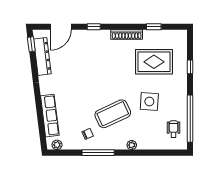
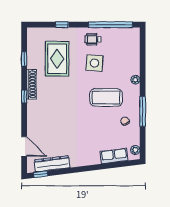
window: (94, 27) -> (24, 97), moved
coffee table: (113, 114) -> (106, 97), turned -65
row of seats: (50, 116) -> (114, 156), width x0.68
wheelchair: (174, 129) -> (93, 39), moved

